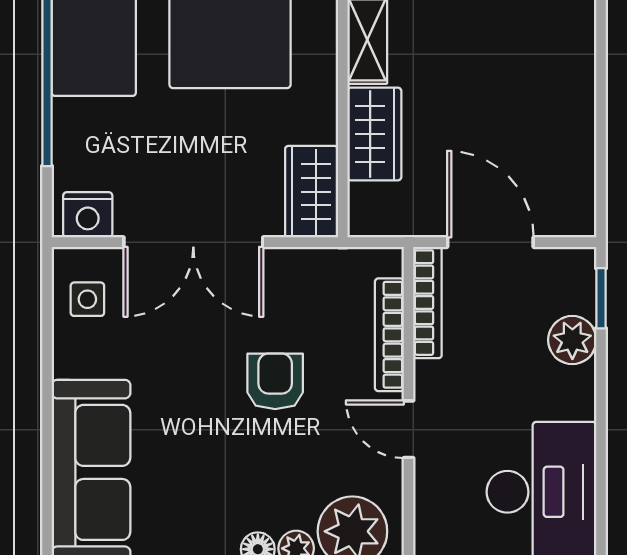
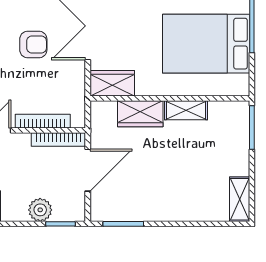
window: (601, 169) -> (123, 224), added
armchair: (275, 381) -> (33, 45), moved

